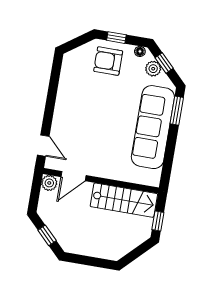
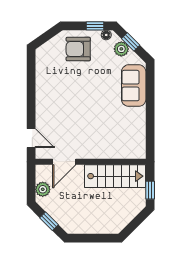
window: (116, 38) -> (95, 26), moved
window: (177, 111) -> (150, 84), removed
sofa: (153, 127) -> (134, 86), width x0.54, depth x0.79
plant: (49, 183) -> (43, 189), moved

